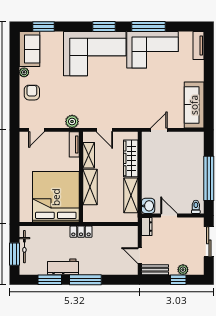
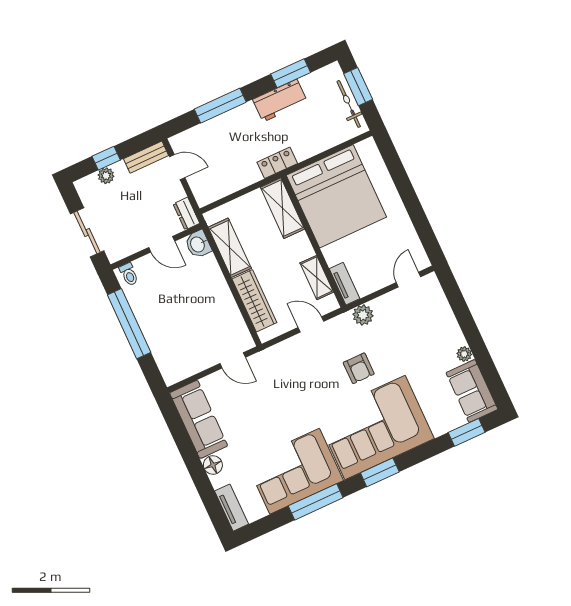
floor lamp: (198, 75) -> (213, 465), added
armchair: (32, 93) -> (359, 368), moved
door: (159, 130) -> (233, 360), hinge flipped
shelving: (90, 187) -> (282, 208), moved
window: (85, 280) -> (220, 106), moved

